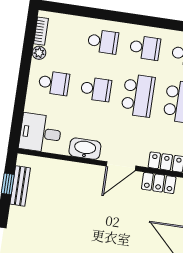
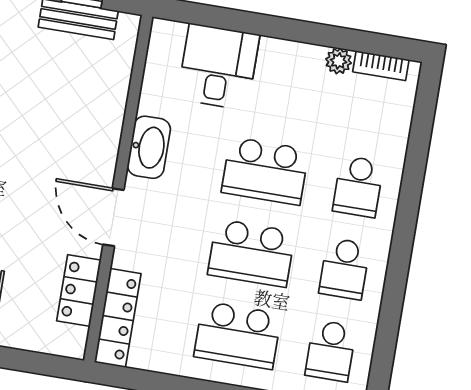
school desk: (54, 83) -> (279, 89), removed
school desk: (96, 89) -> (265, 171), width x1.85
desk: (40, 133) -> (218, 67), moved

